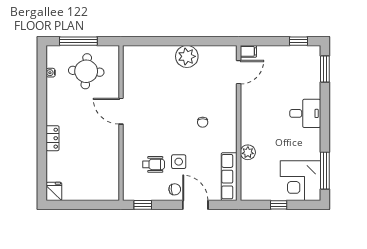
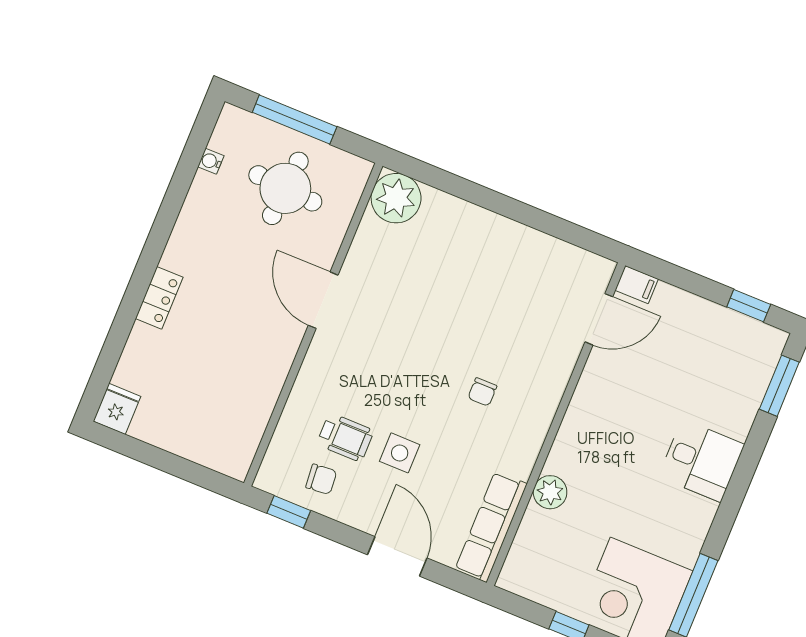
plant: (187, 56) -> (396, 198), moved
chair: (175, 189) -> (321, 479), moved

